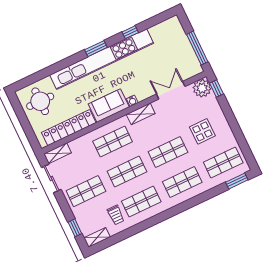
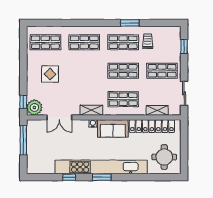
shop shelf: (168, 152) -> (84, 71), removed
shelving: (58, 153) -> (157, 110), moved
window: (237, 181) -> (130, 23), moved
shelving: (97, 237) -> (170, 31), removed

